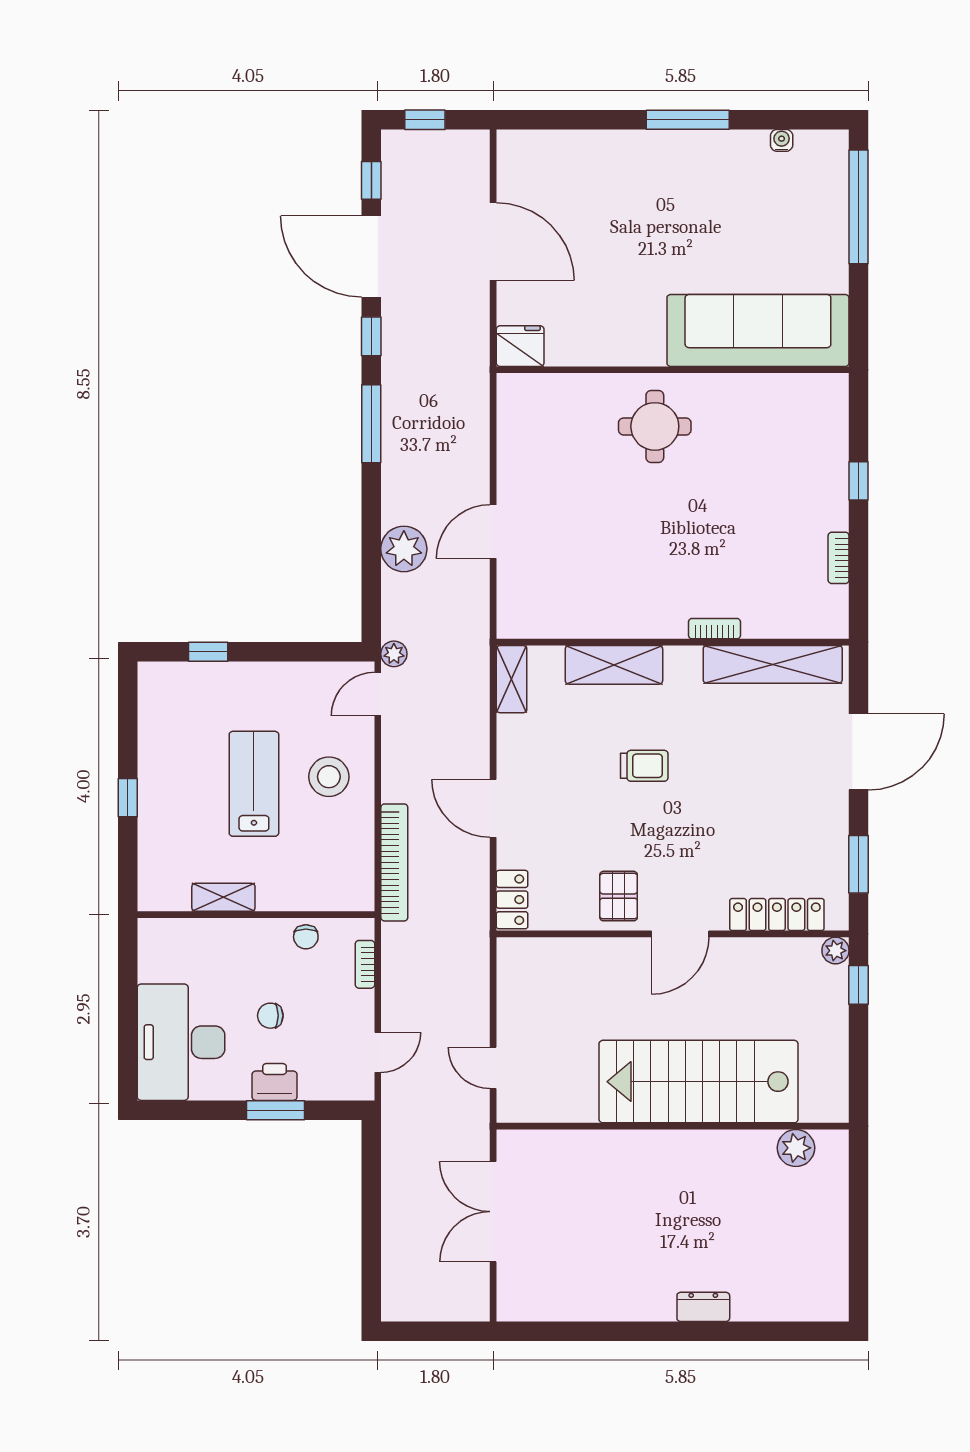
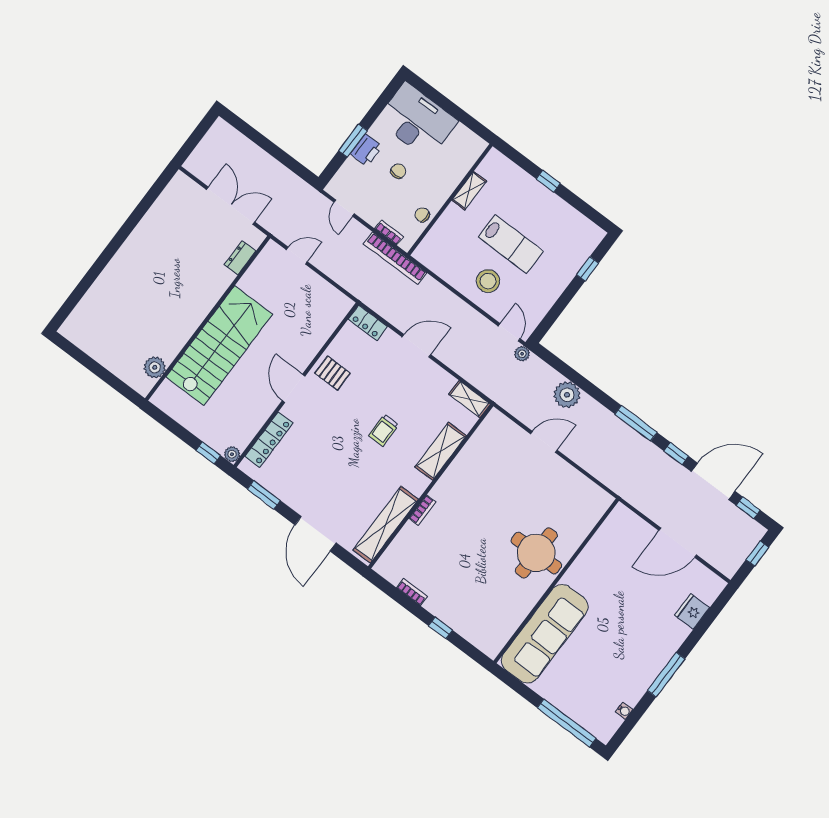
fridge: (520, 346) -> (692, 611), moved, turned 180
round table: (655, 426) -> (536, 553), width x1.36, depth x1.36
door: (493, 532) -> (544, 442), hinge flipped
bookcase: (394, 862) -> (395, 258), moved
dresser: (703, 1307) -> (240, 258), moved, turned 180

